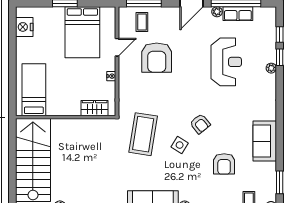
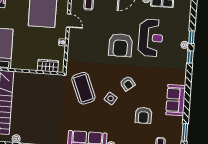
window: (280, 35) -> (190, 57), moved
door: (117, 47) -> (68, 21), hinge flipped
armchair: (157, 58) -> (120, 45), moved
coffee table: (143, 134) -> (83, 88), turned -31

